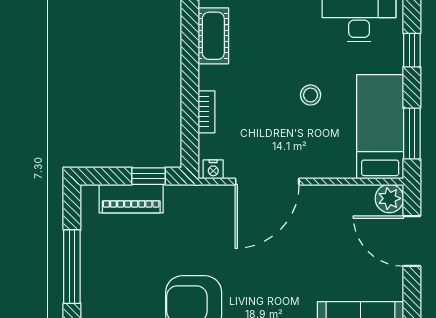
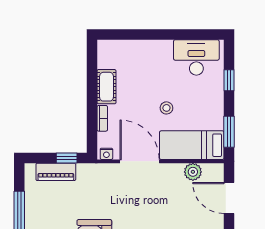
cot: (213, 36) -> (106, 87), moved
bed: (380, 127) -> (192, 145), moved, turned -90
door: (267, 182) -> (140, 161), swing flipped
plant: (389, 198) -> (193, 172), moved

